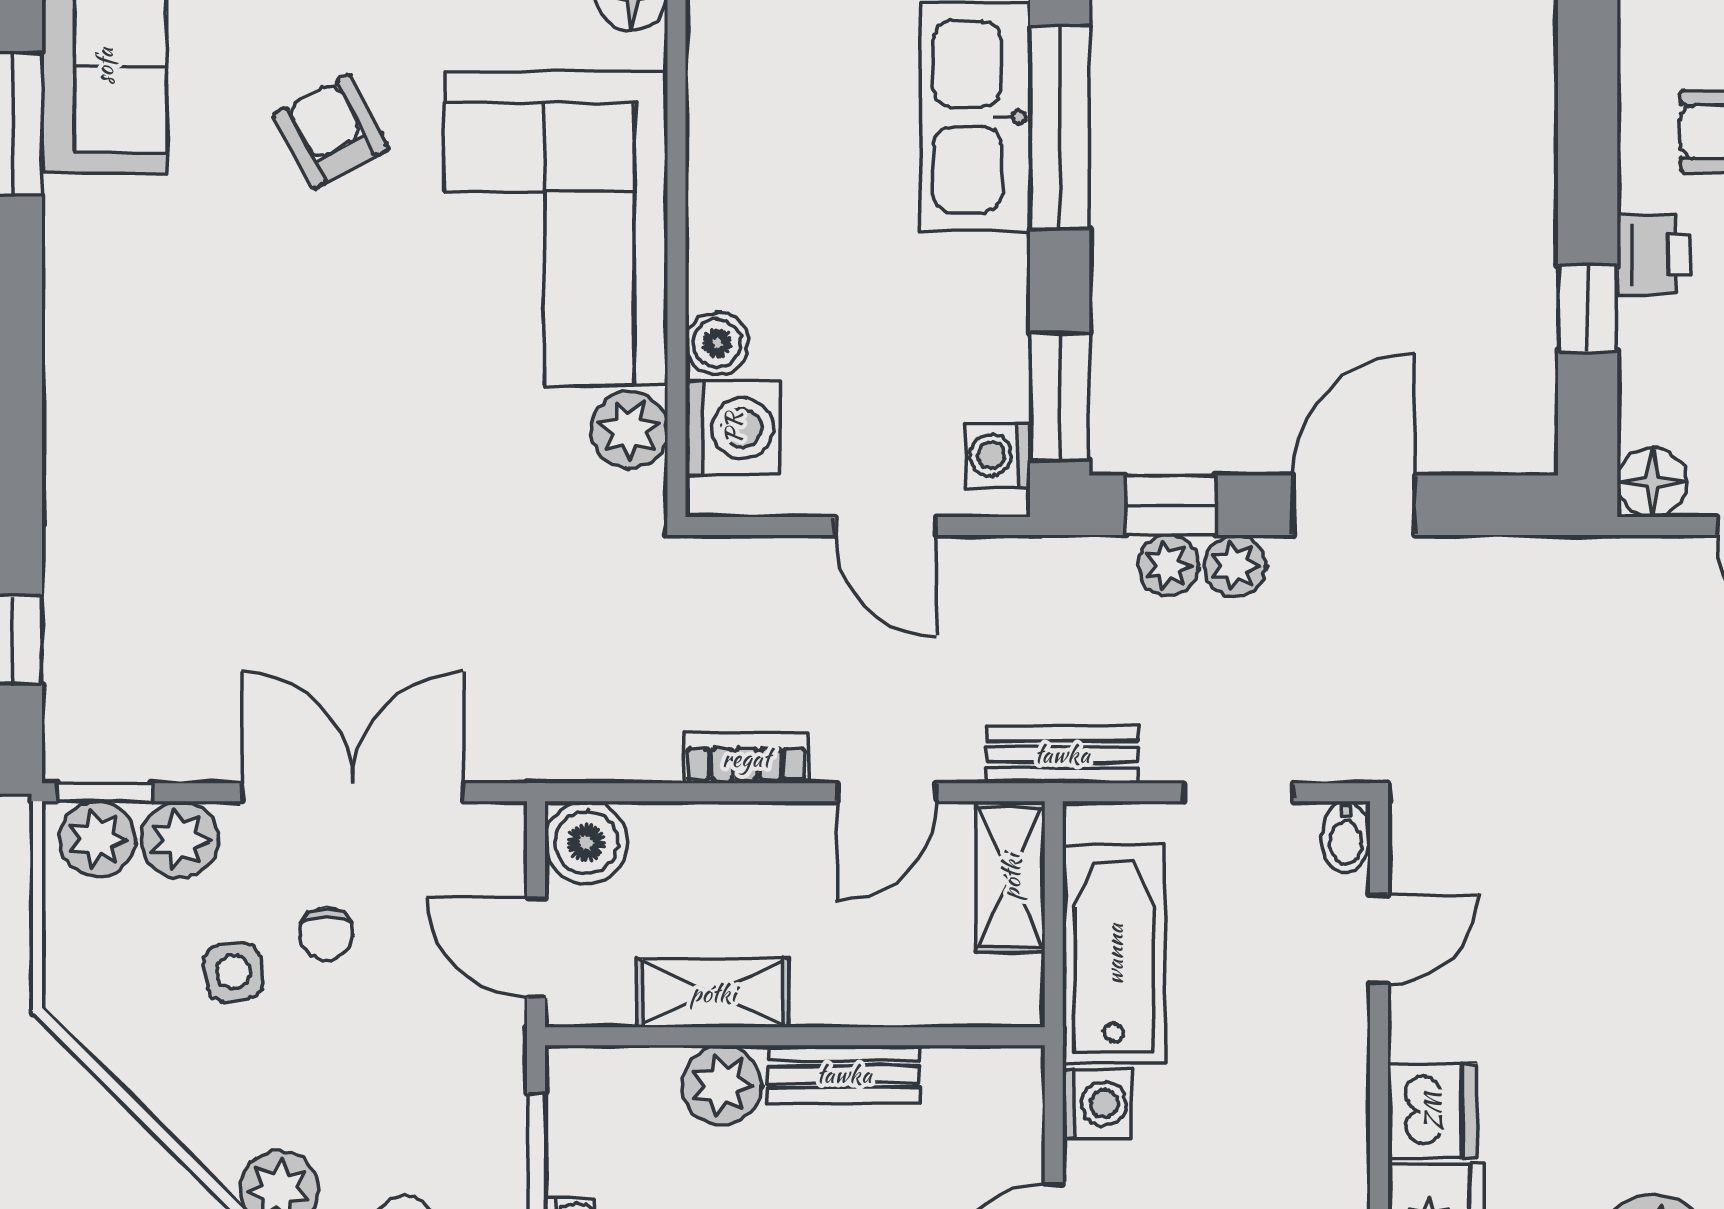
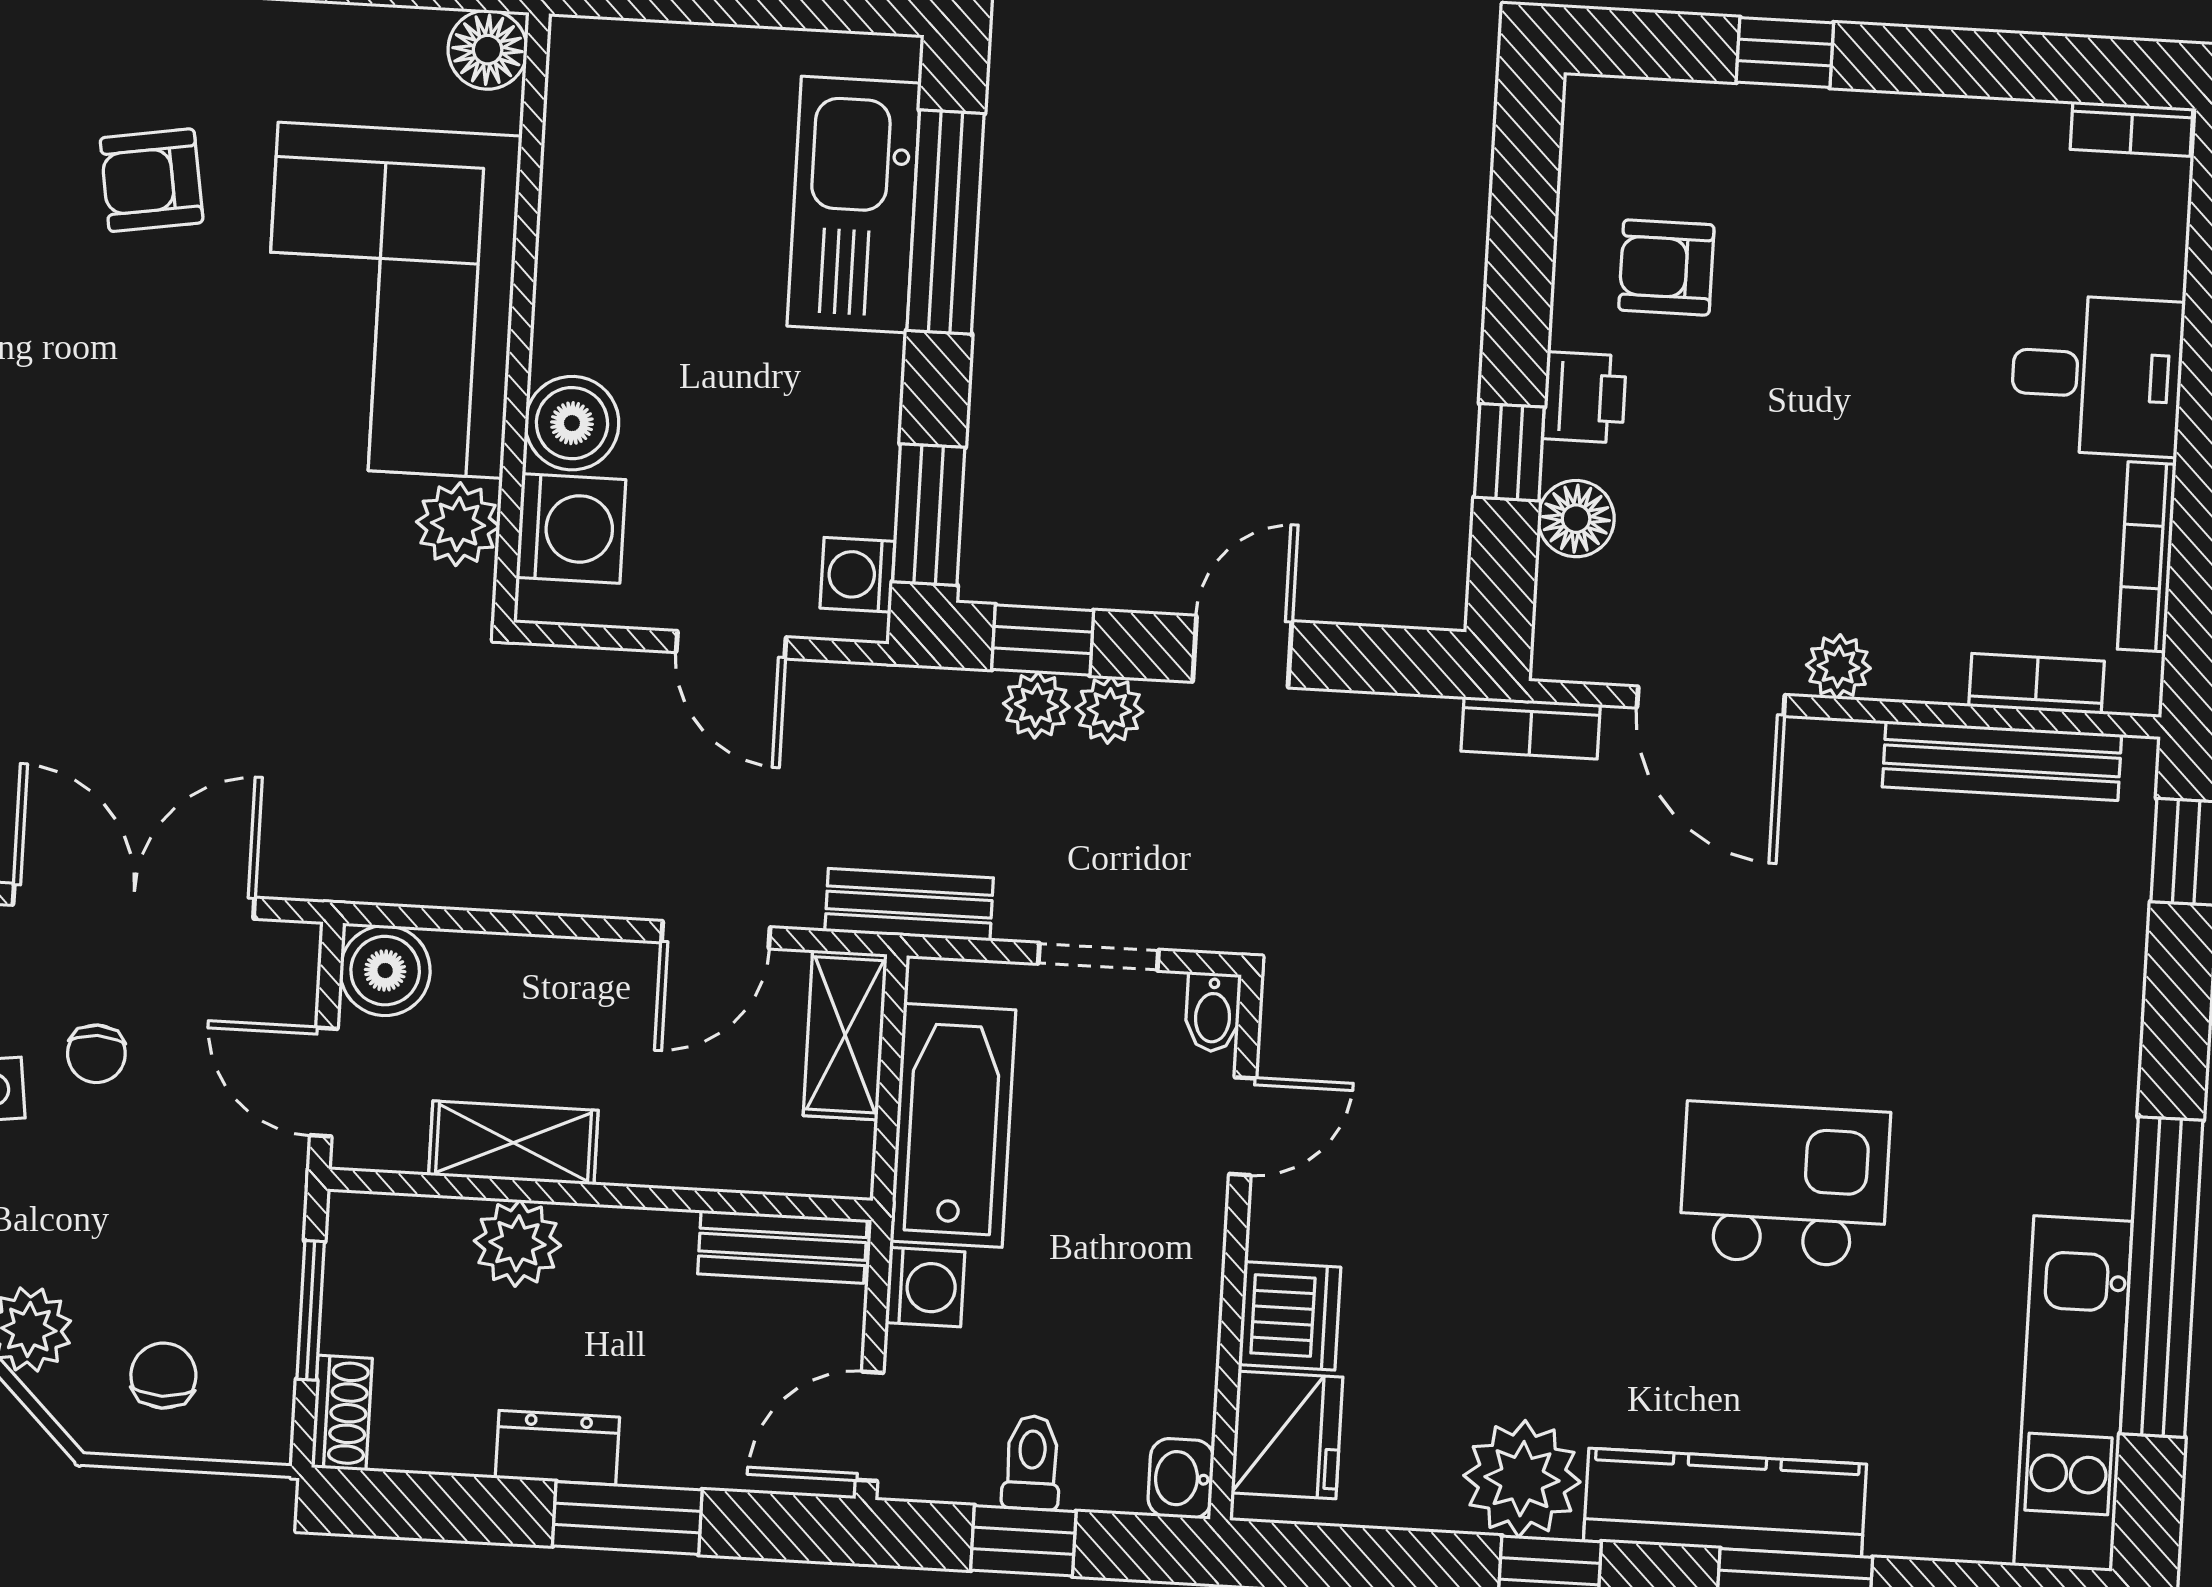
armchair: (331, 131) -> (152, 180), turned -71
boiler: (717, 343) -> (572, 423), width x1.36, depth x1.36
floor lamp: (1652, 482) -> (1576, 519), moved
door: (1354, 505) -> (1242, 652), width x0.73
bookcase: (746, 758) -> (1531, 728), moved, turned 180
bench: (844, 1074) -> (782, 1247), moved

